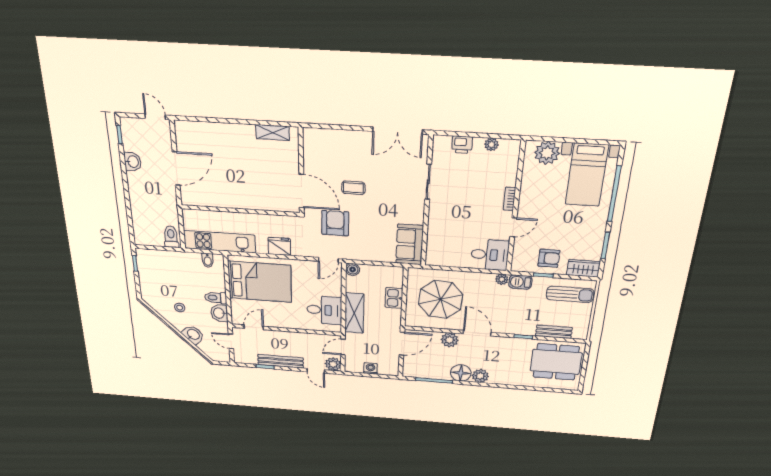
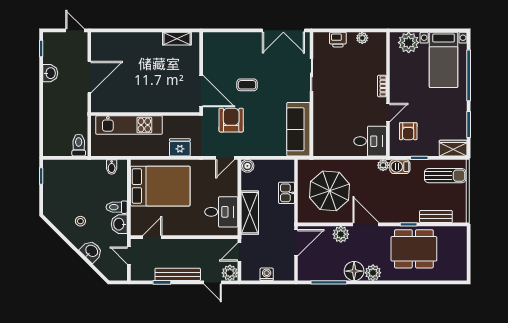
kitchen unit: (220, 242) -> (129, 125), moved, turned 180
sofa: (410, 244) -> (298, 129), width x1.36
armchair: (549, 258) -> (408, 131), moved, turned 90
dining table: (556, 362) -> (414, 249), moved

